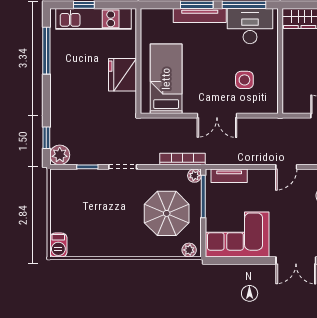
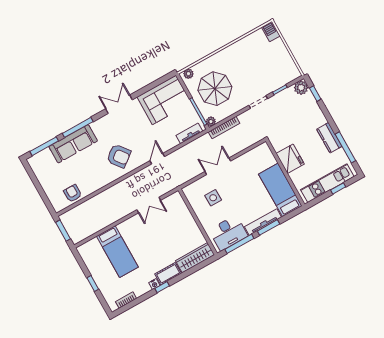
kitchen counter: (60, 73) -> (329, 138), added
bed: (166, 79) -> (280, 190), moved, turned 180

